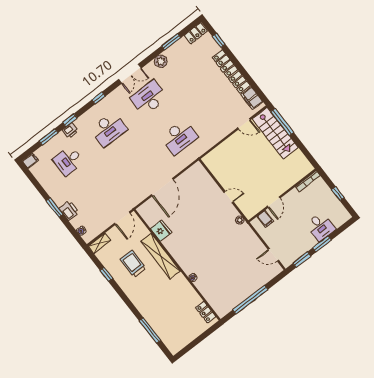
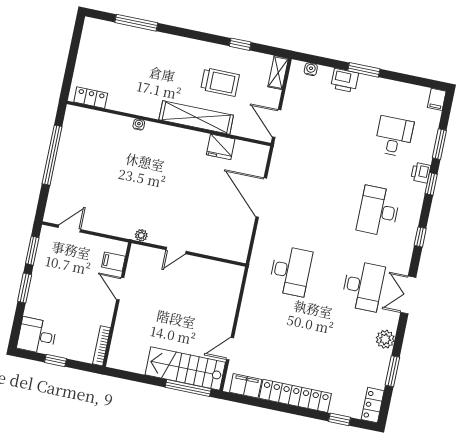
desk: (179, 137) -> (291, 271), turned 180
desk: (320, 227) -> (37, 336), moved

